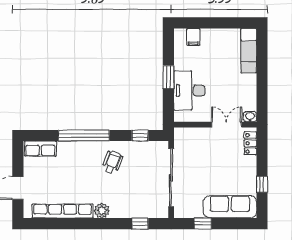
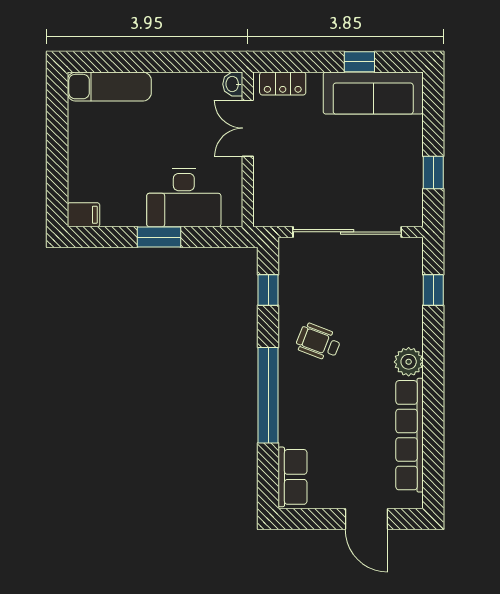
filing cabinet: (193, 37) -> (83, 215), moved
sofa: (230, 207) -> (373, 93), moved, turned -90

